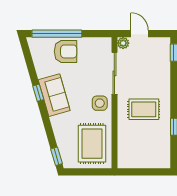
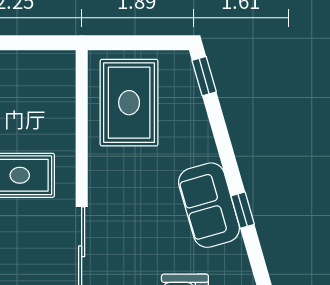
side table: (100, 103) -> (113, 188), removed

